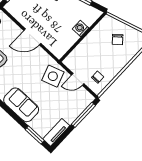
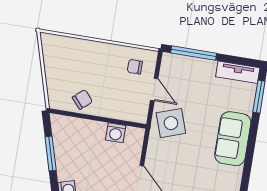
washing machine: (81, 28) -> (116, 133), moved
chair: (118, 40) -> (82, 100), moved

